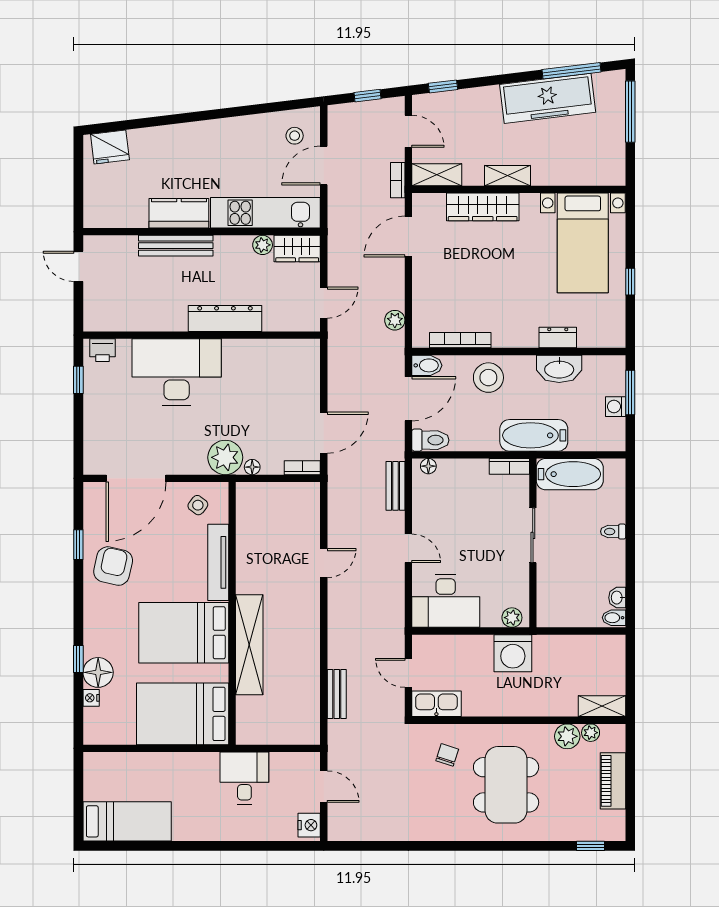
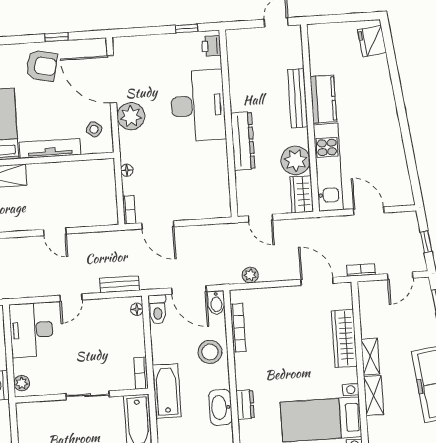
stool: (295, 136) -> (391, 186), removed
shelving: (437, 175) -> (374, 396), moved
plant: (263, 245) -> (296, 160), width x1.88, depth x1.88
plant: (225, 457) -> (131, 116), moved

